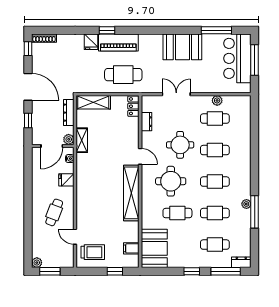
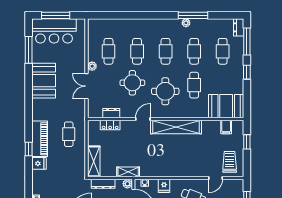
cafe table: (123, 75) -> (69, 134), width x0.73, depth x0.74
plant: (217, 100) -> (92, 66), moved
locker: (133, 106) -> (110, 125), moved

